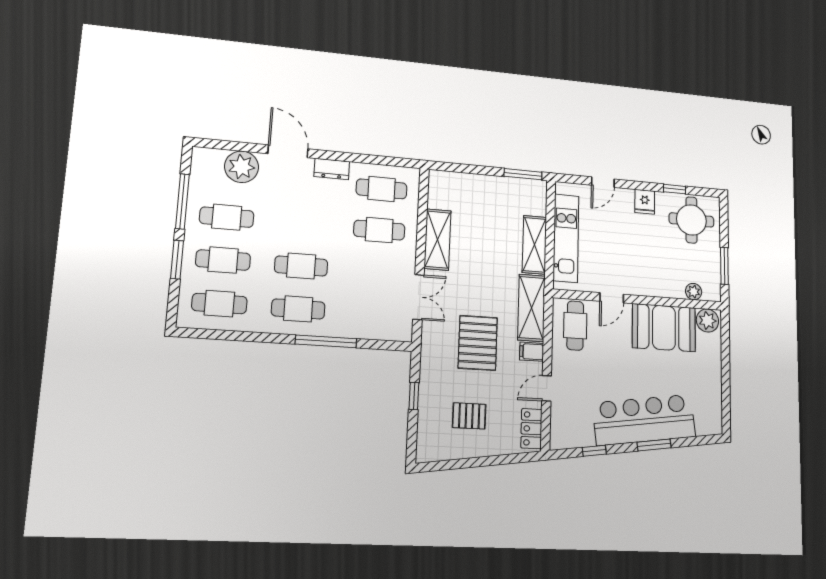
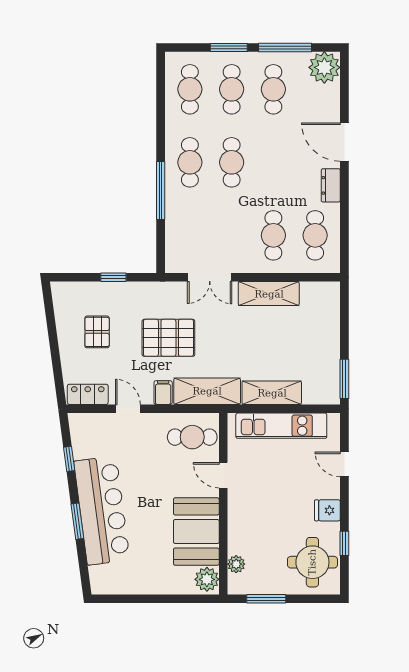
door: (288, 151) -> (344, 142), swing flipped
plant: (242, 167) -> (324, 67), moved

